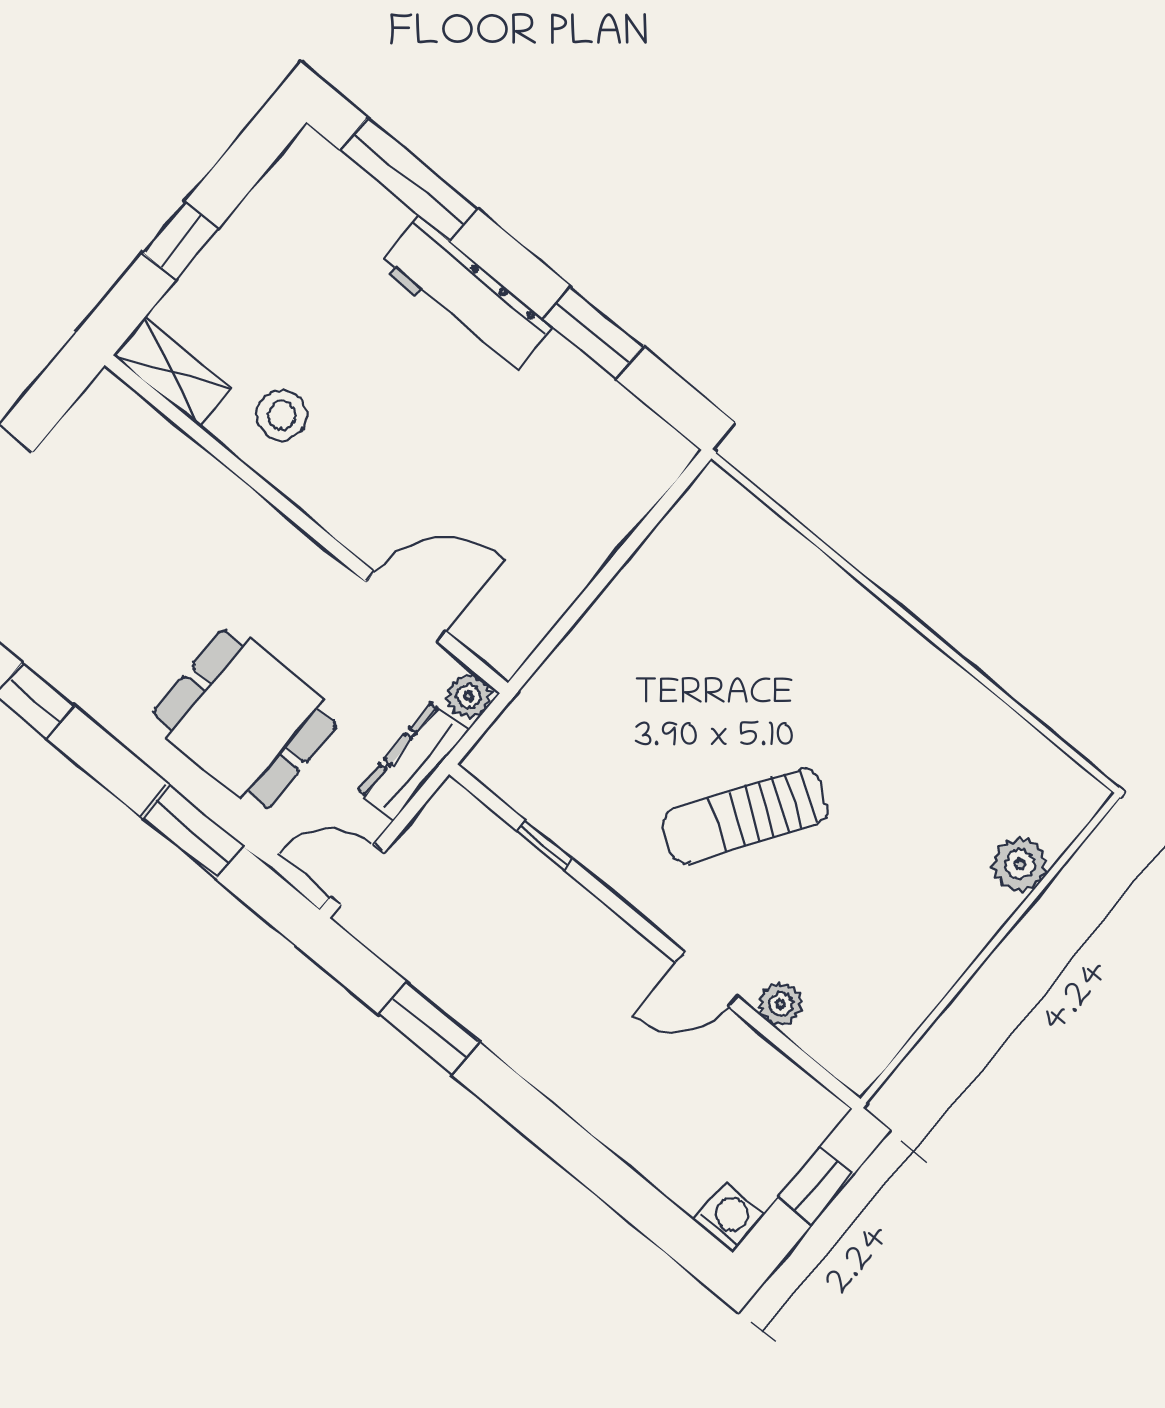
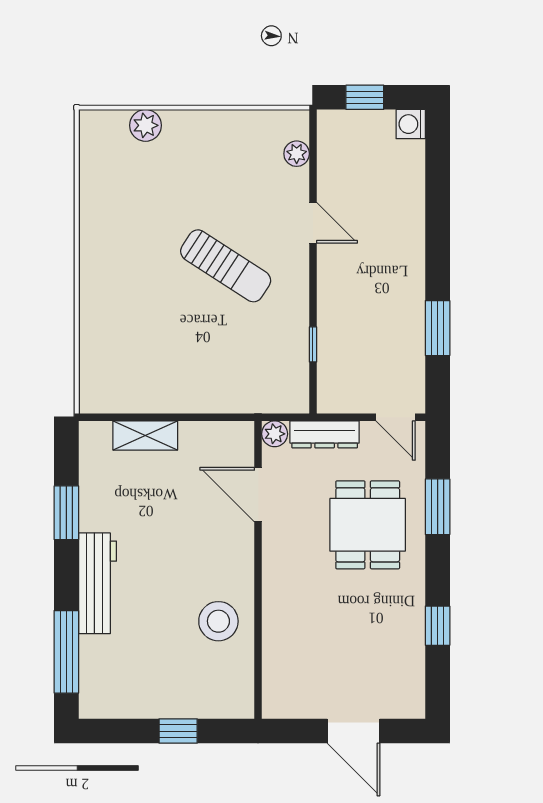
shelving: (172, 372) -> (145, 435), moved, turned 90
stool: (282, 415) -> (218, 621), width x1.38, depth x1.38
plant: (781, 1004) -> (297, 154), moved

